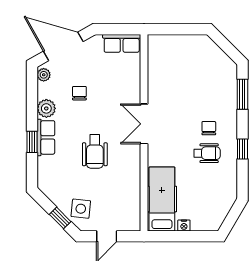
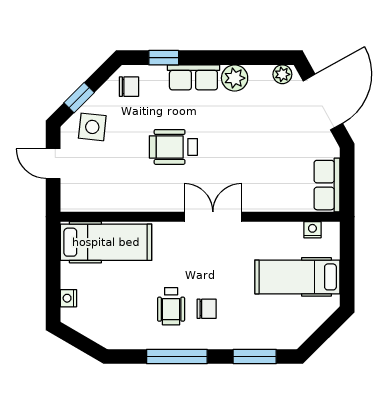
nightstand: (153, 54) -> (312, 230), added
hospital bed: (186, 64) -> (297, 277), added
chair: (79, 93) -> (129, 87), moved
window: (32, 142) -> (164, 58), moved
window: (242, 149) -> (177, 357), width x2.17
nightstand: (184, 226) -> (68, 298), moved

